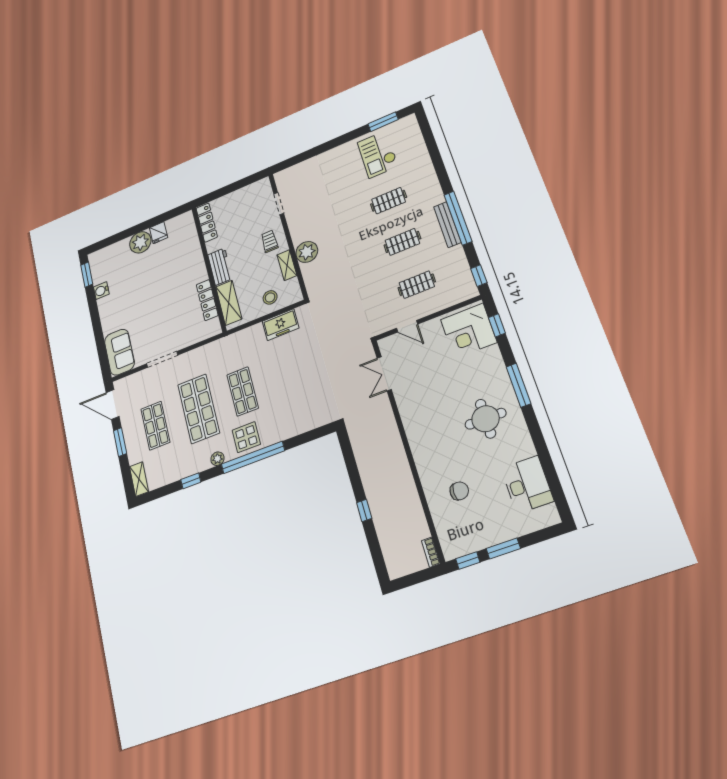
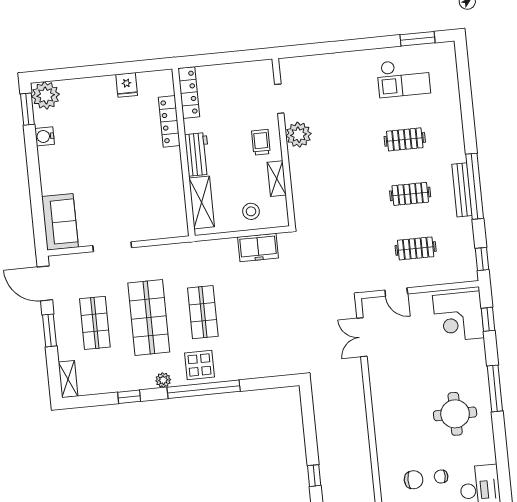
checkout: (378, 154) -> (404, 78), turned -90
plant: (140, 242) -> (46, 95), moved
plant: (307, 252) -> (299, 135), moved
locker: (207, 300) -> (169, 121), moved
chair: (485, 481) -> (441, 477), added

